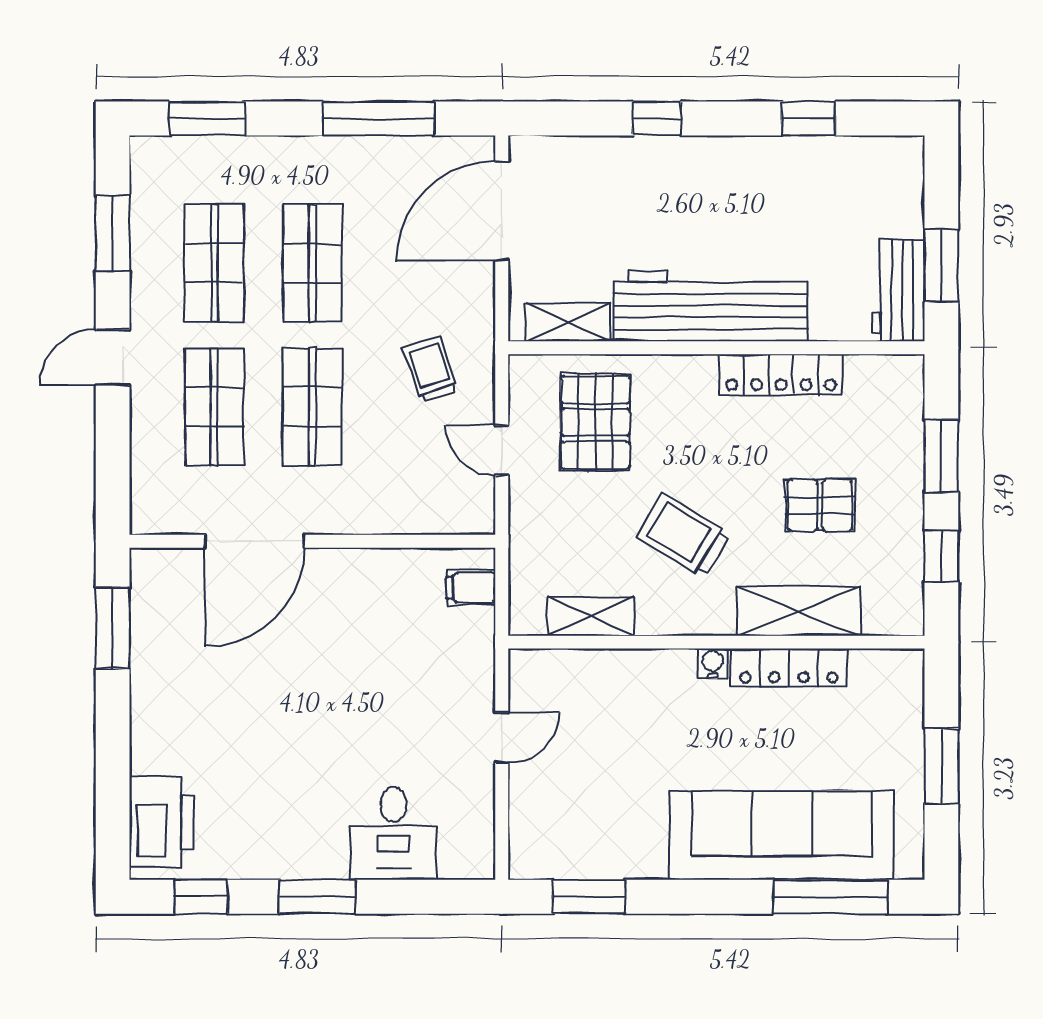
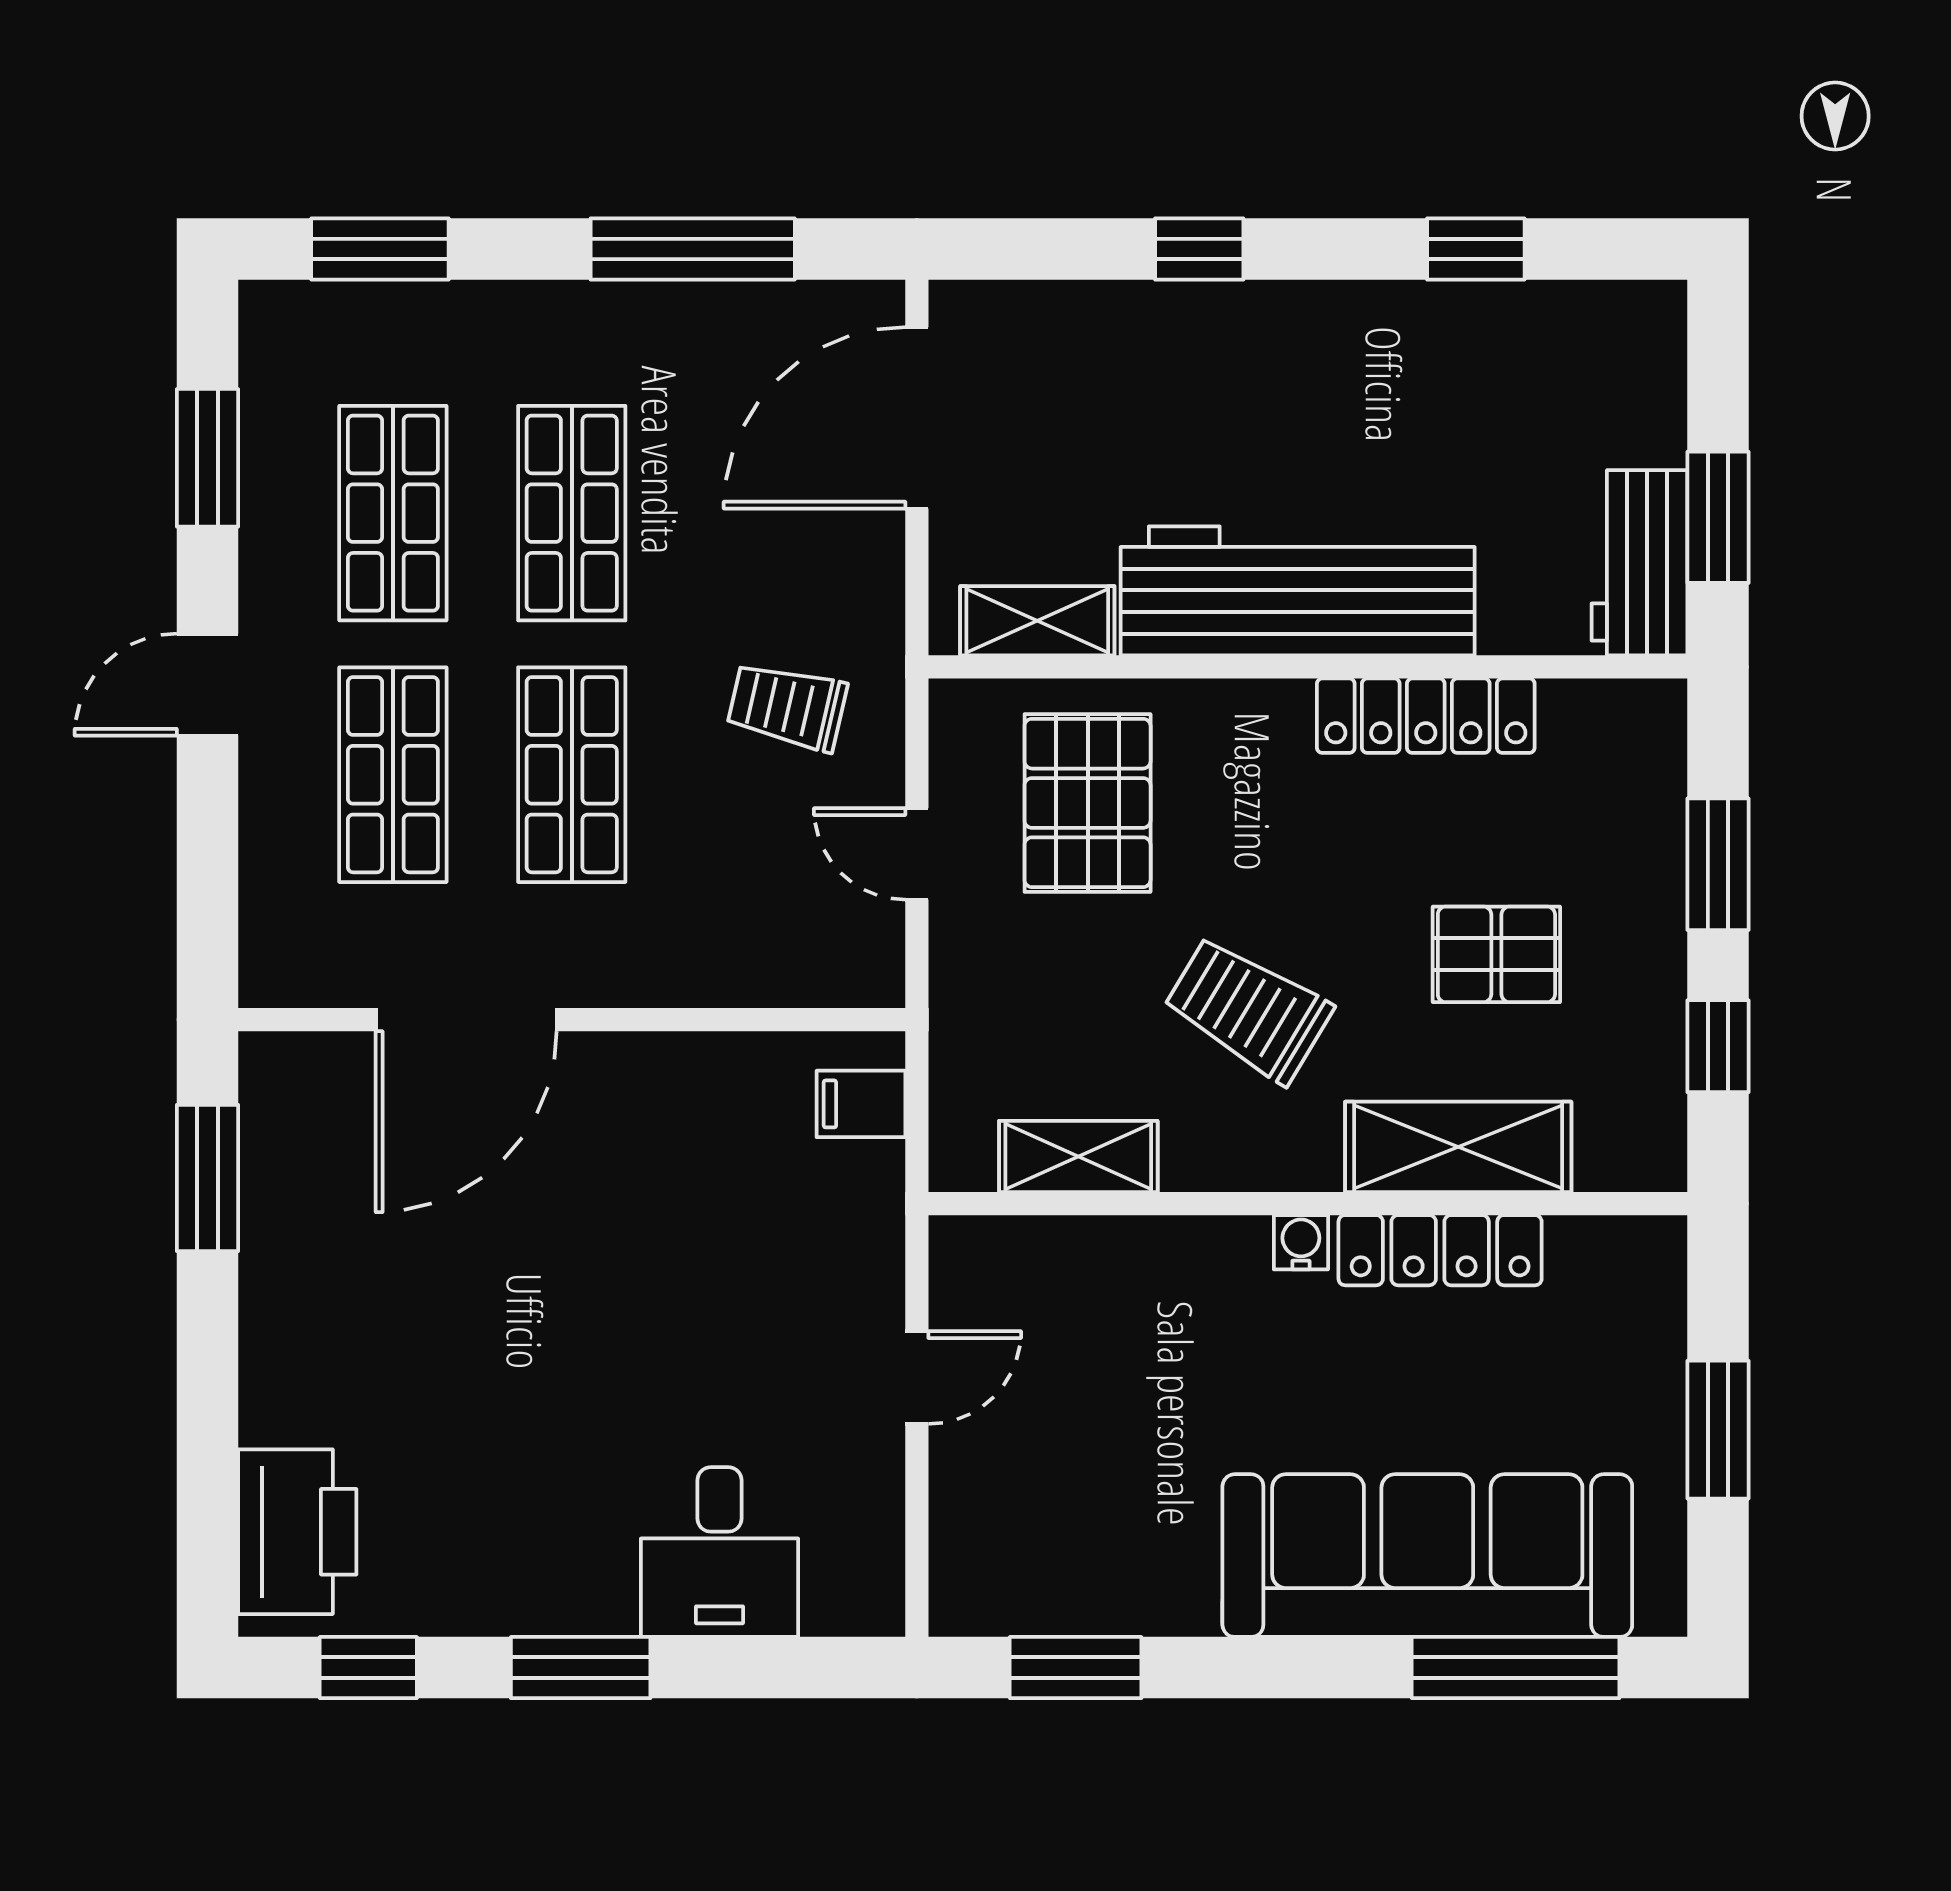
trolley: (431, 369) -> (787, 706), turned -59

